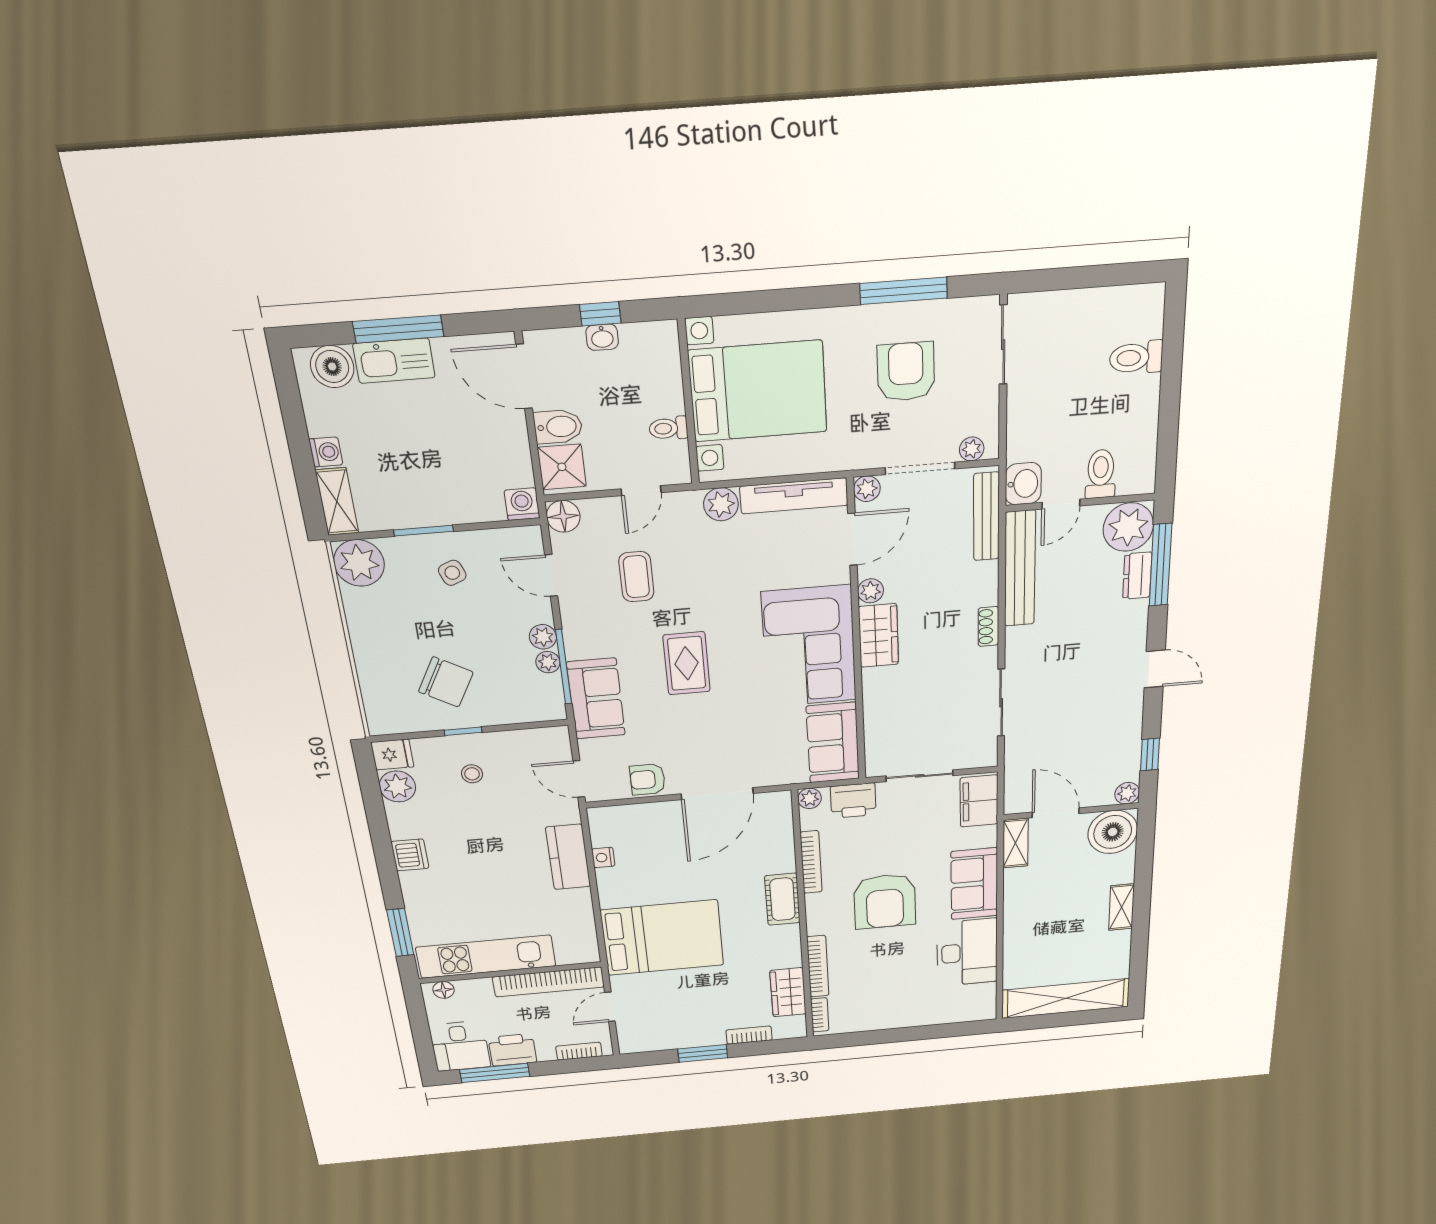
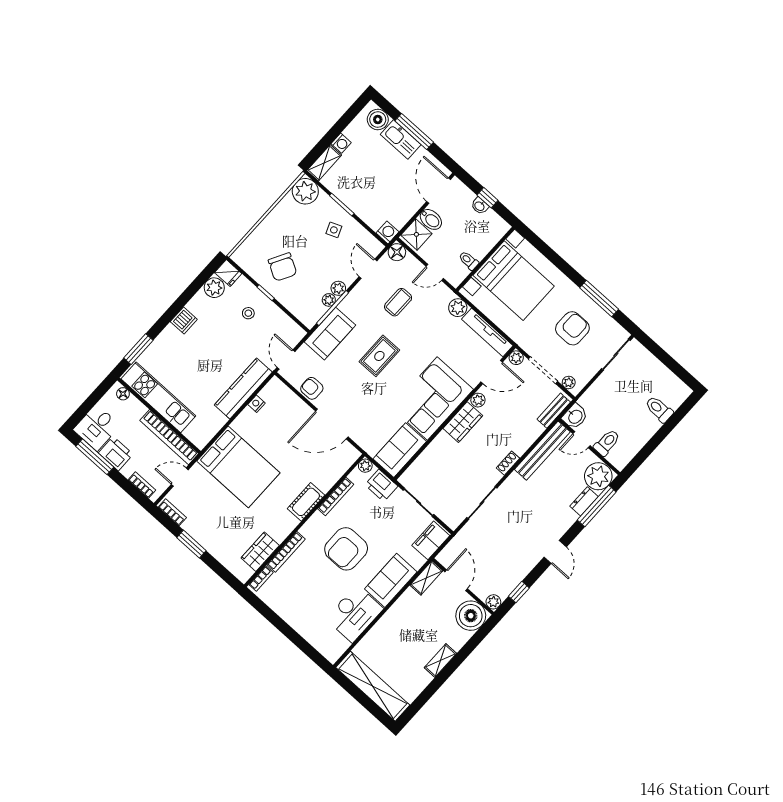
bench: (986, 517) -> (554, 411), width x0.73
kitchen counter: (568, 857) -> (243, 388), width x1.50
bookcase: (749, 1035) -> (172, 512), moved

